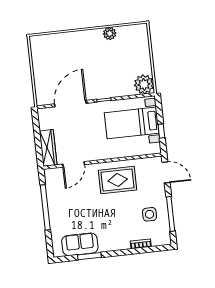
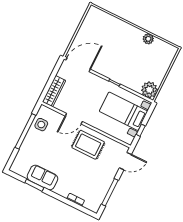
door: (70, 104) -> (78, 65), moved
door: (74, 164) -> (74, 119), moved
door: (166, 172) -> (125, 161), hinge flipped
side table: (150, 214) -> (41, 125), moved
sofa: (80, 244) -> (42, 177), moved

